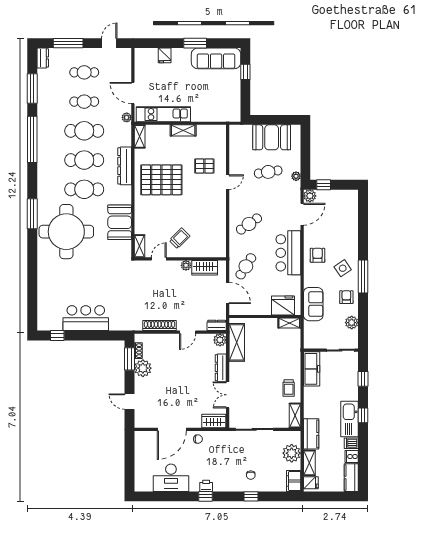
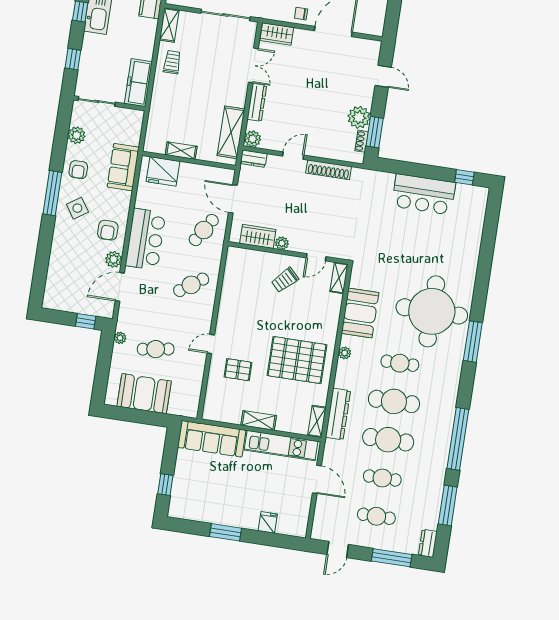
sofa: (216, 58) -> (212, 439), moved, turned 180
plant: (127, 117) -> (345, 353), moved
dresser: (125, 166) -> (338, 414), moved
cafe table: (84, 189) -> (400, 363), width x0.73, depth x0.74
plant: (310, 196) -> (114, 259), moved
shelving: (289, 323) -> (181, 151), moved

